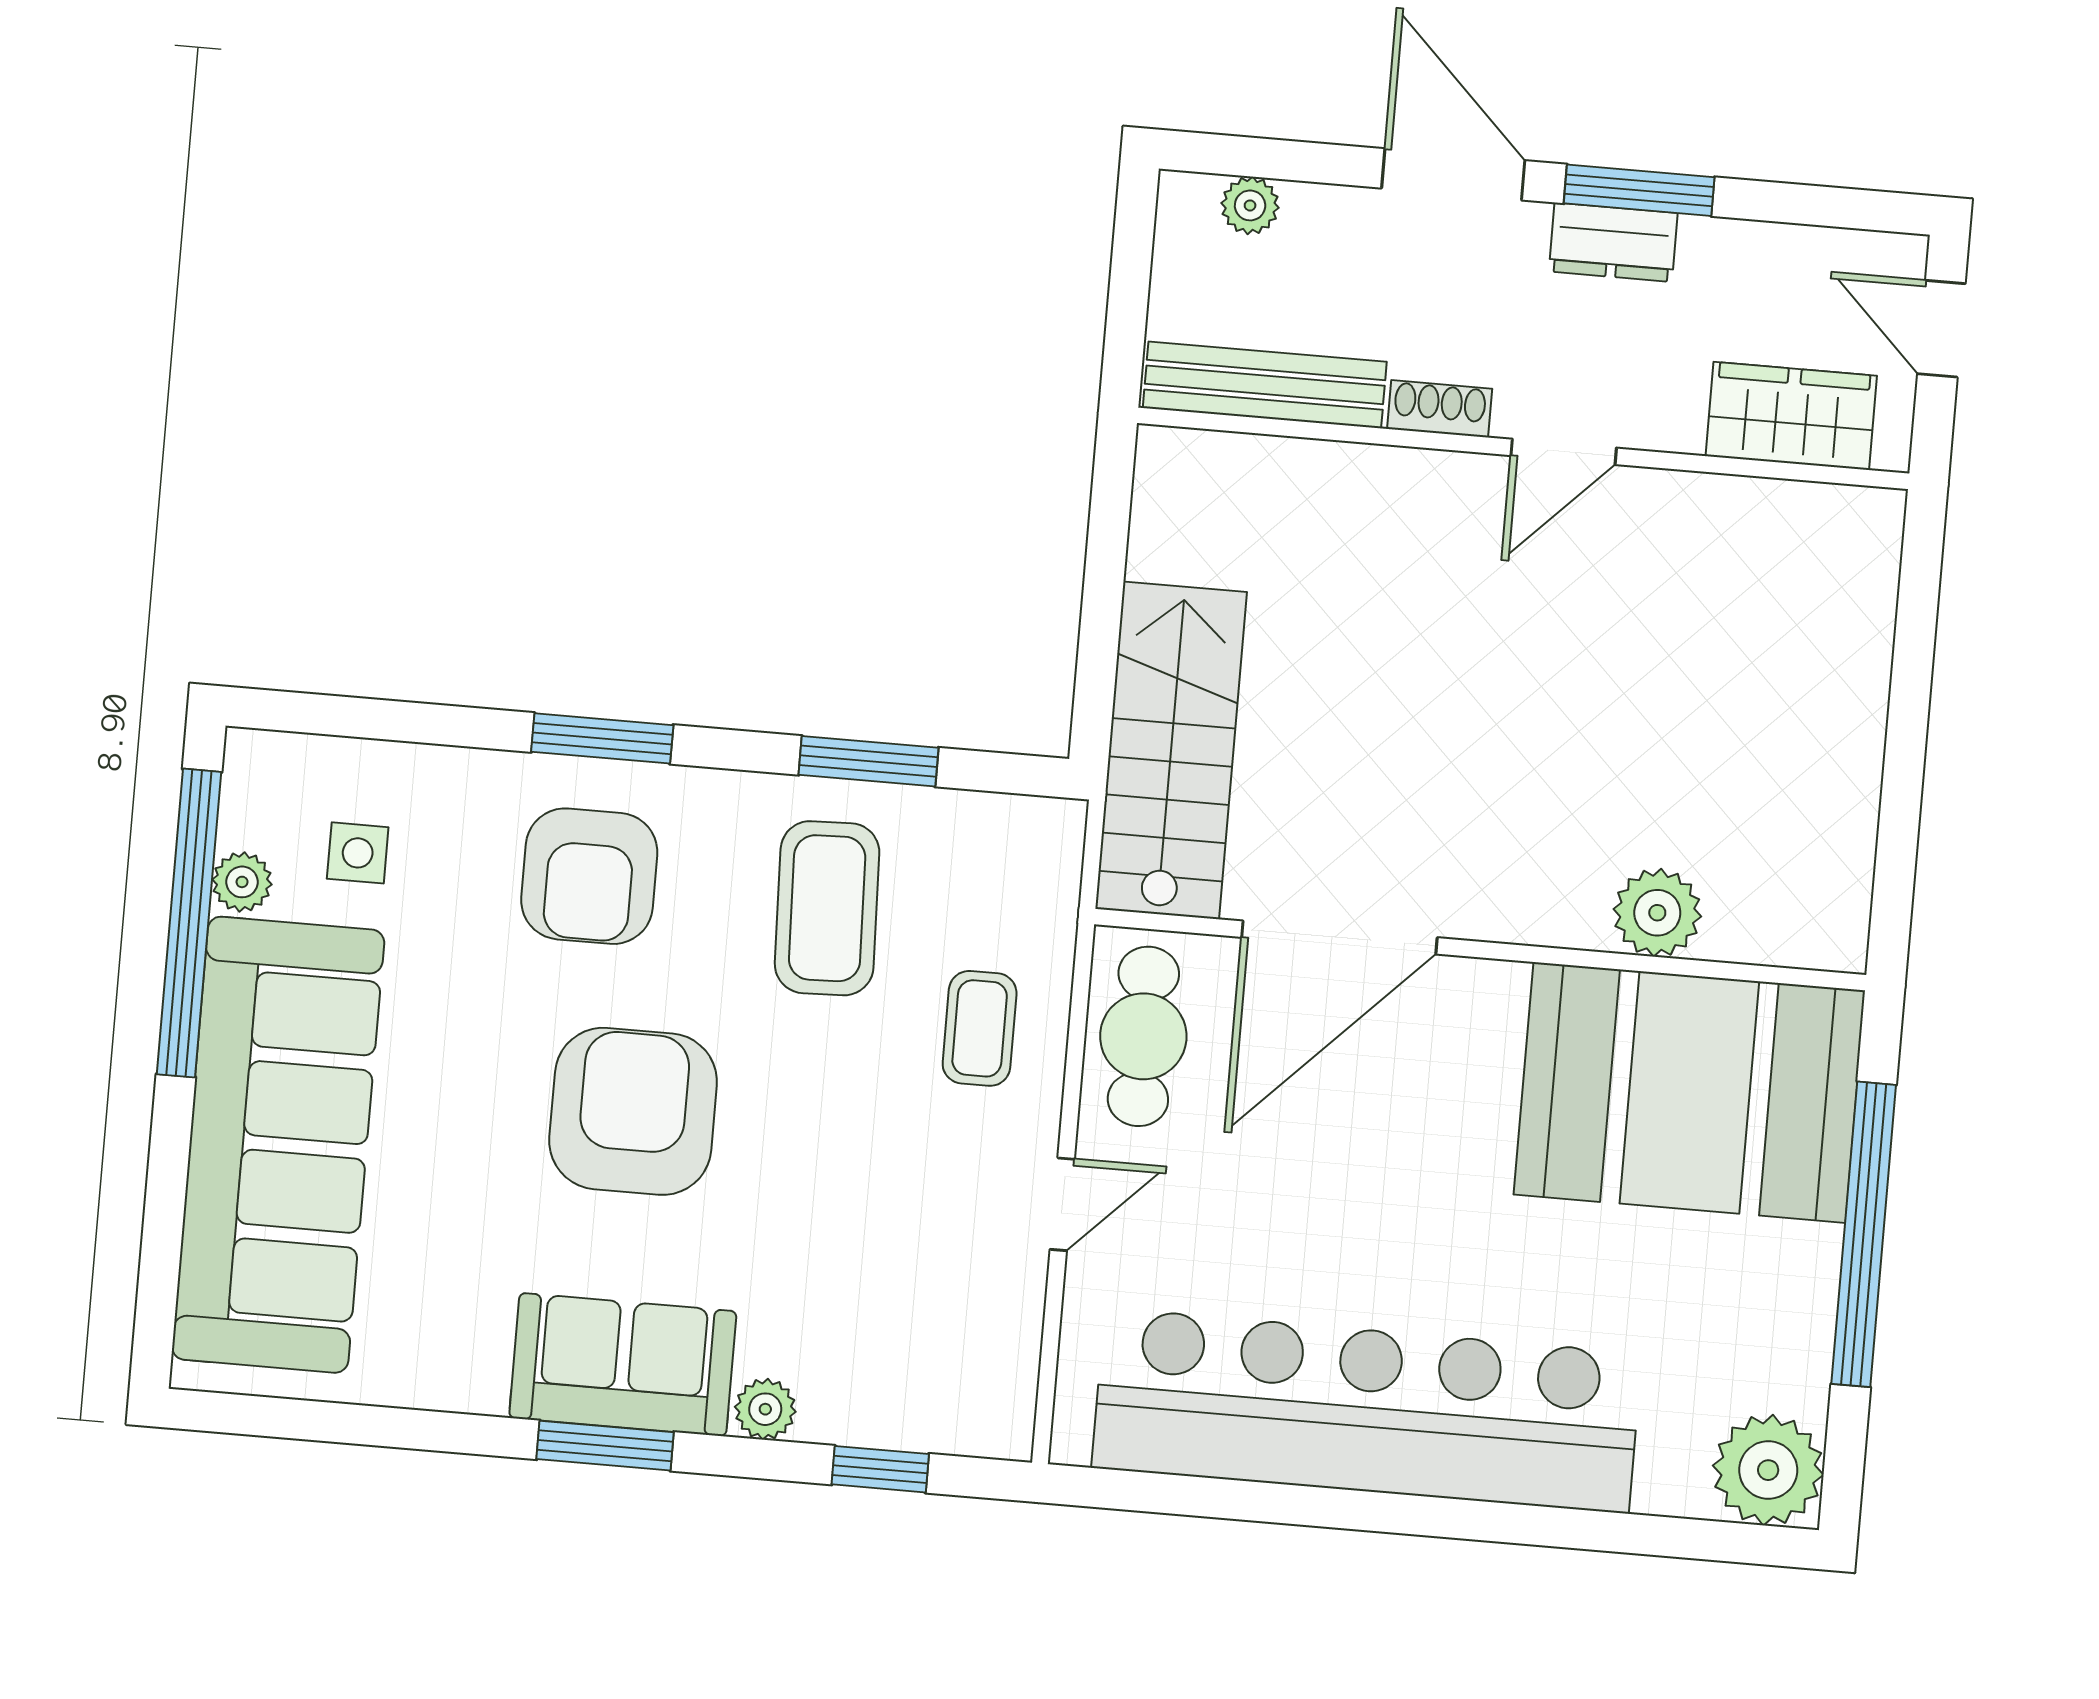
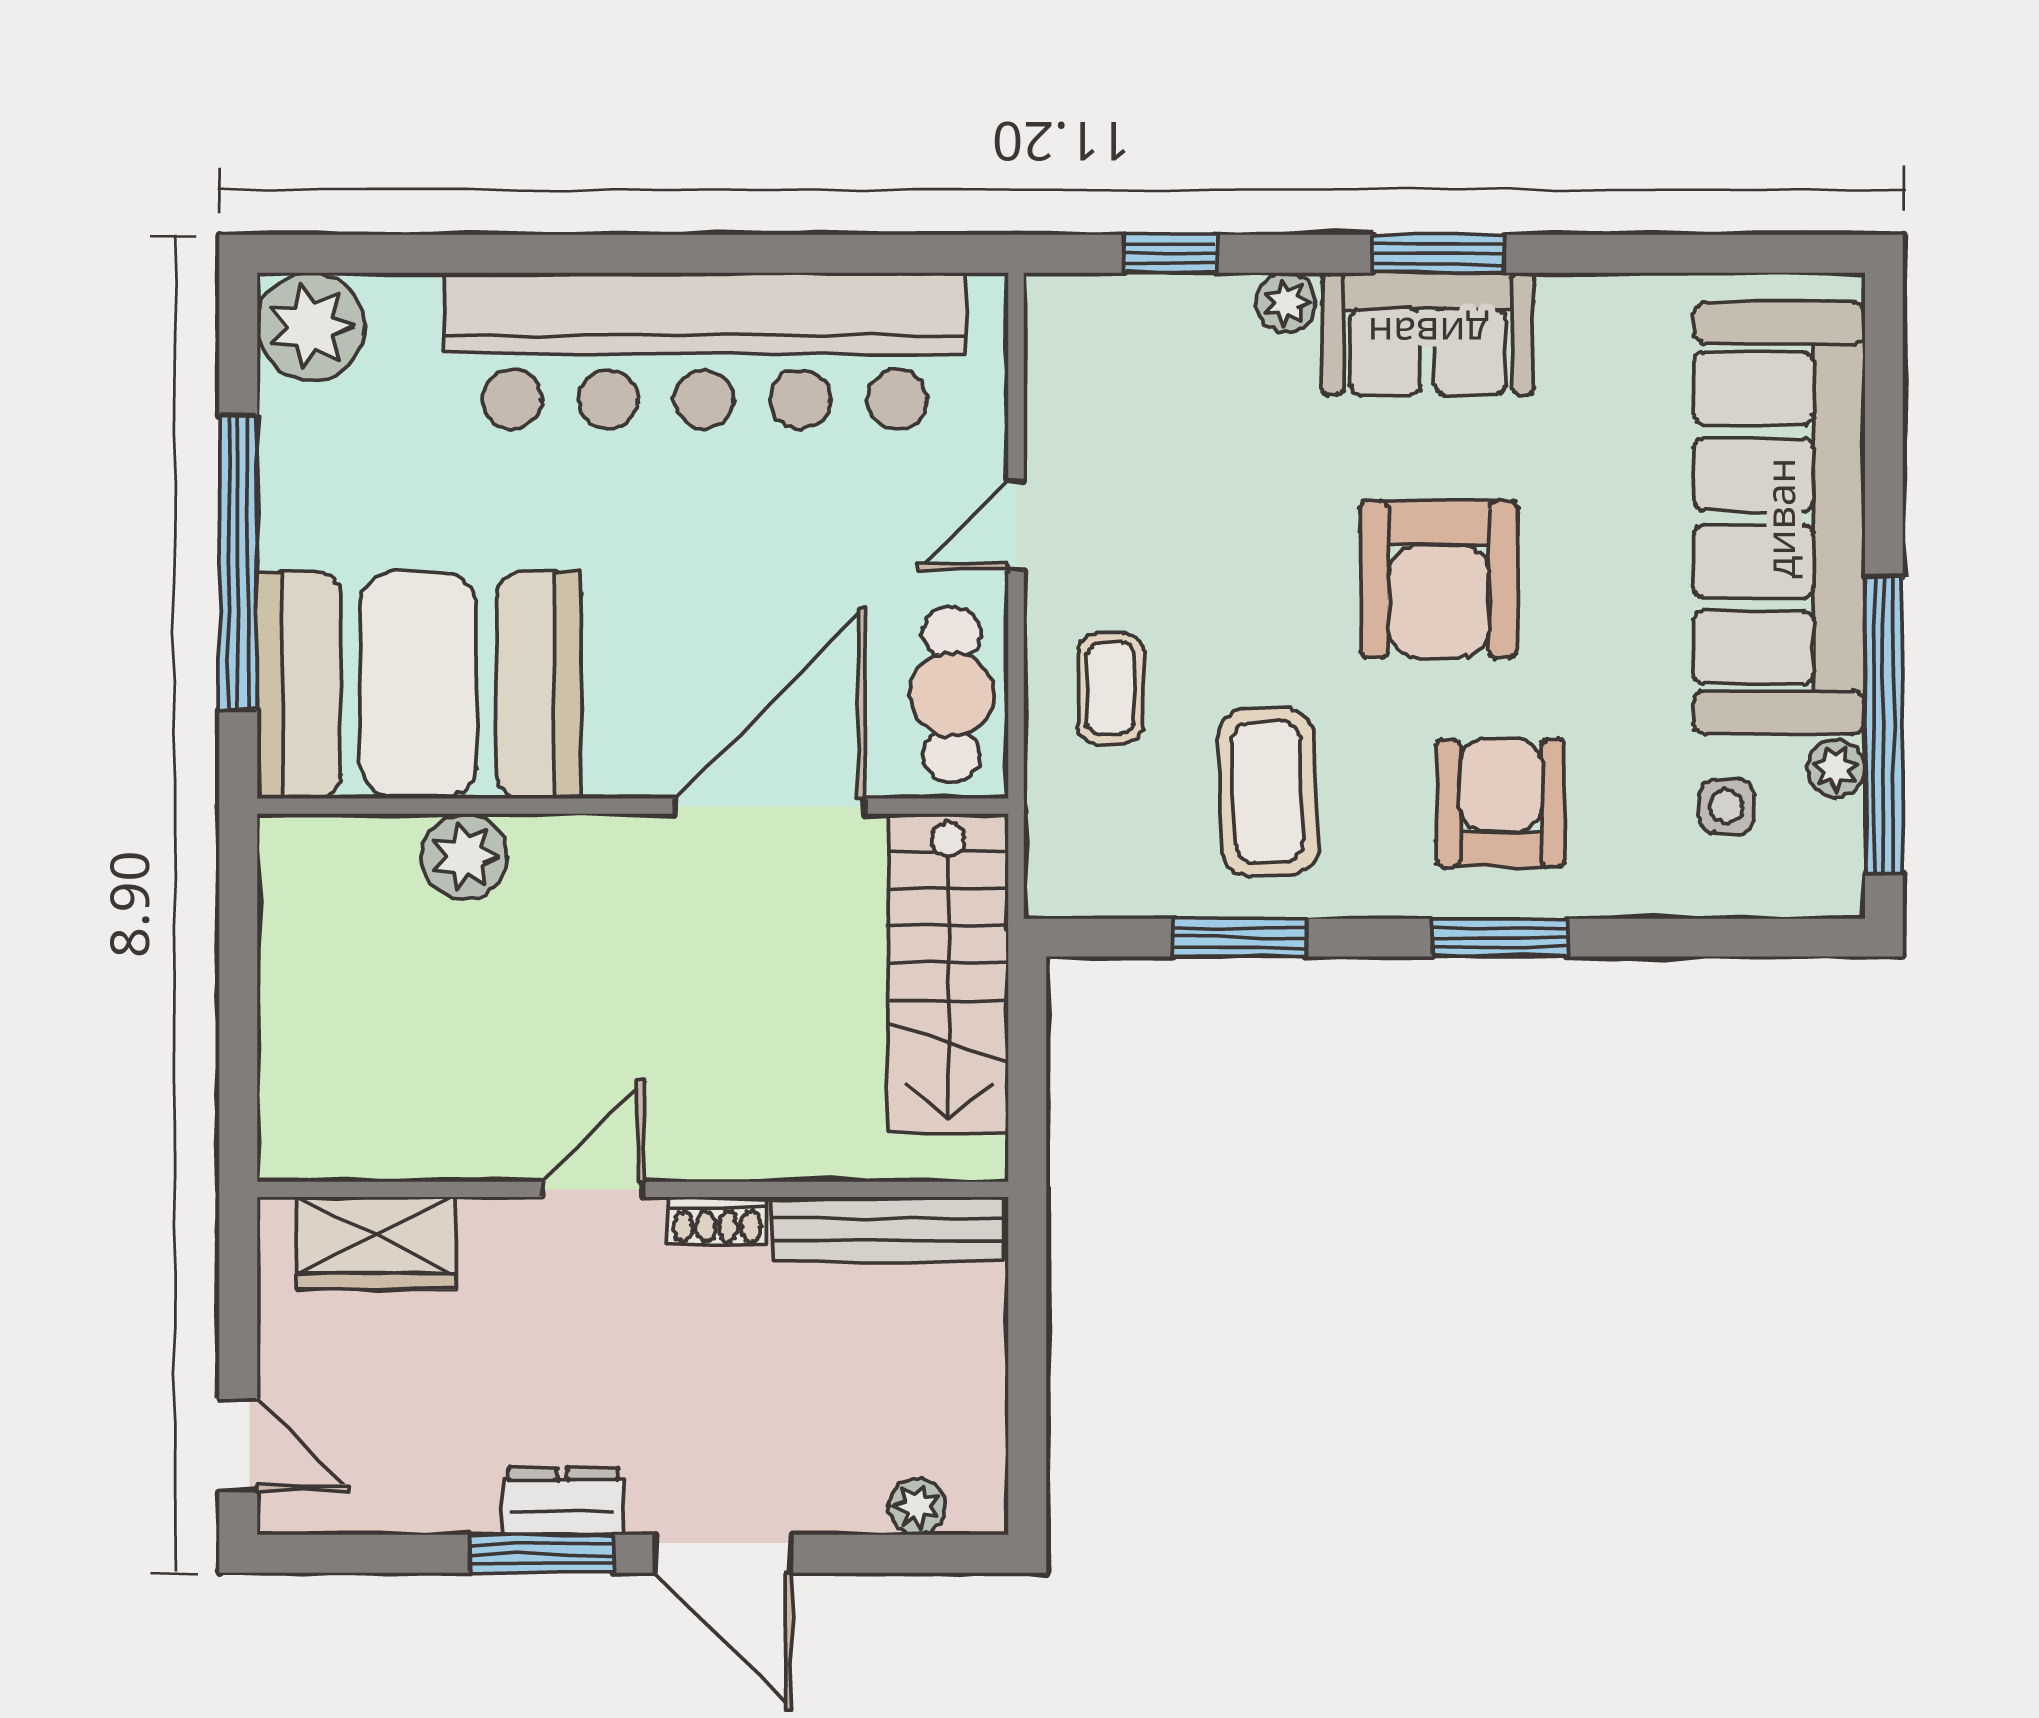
bench: (1265, 385) -> (888, 1229), moved
shoe rack: (1440, 409) -> (717, 1221), moved
wardrobe: (1791, 416) -> (376, 1243), moved
wall: (1523, 448) -> (633, 1189), moved
door: (1564, 452) -> (593, 1189), moved

